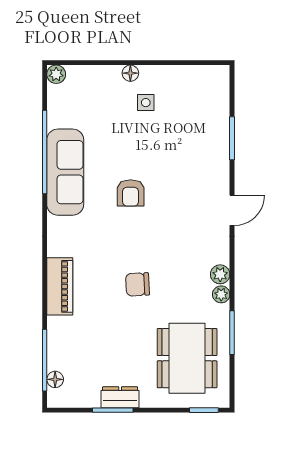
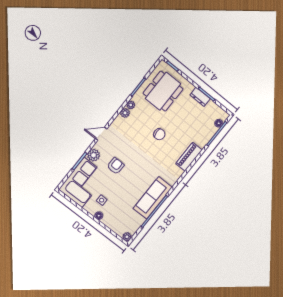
corner sofa: (199, 108) -> (83, 182), added
plant: (217, 166) -> (94, 155), added
armchair: (131, 193) -> (116, 166), moved

